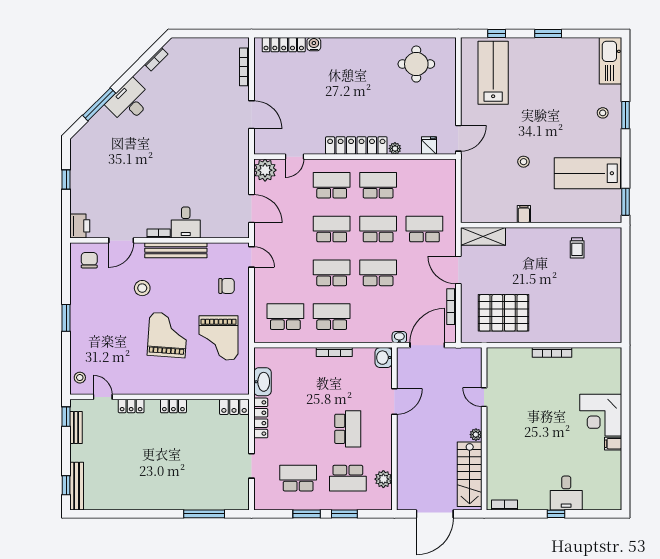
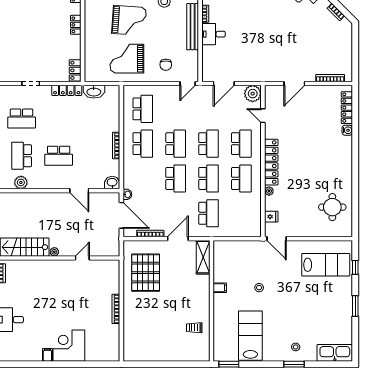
school desk: (298, 478) -> (22, 118), turned 90

